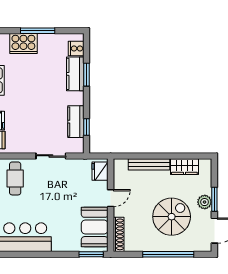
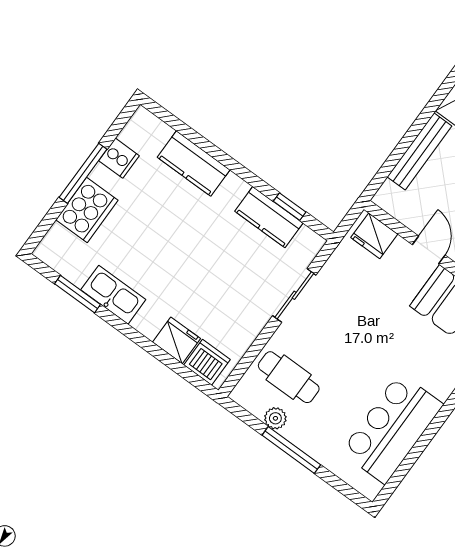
cooker: (76, 48) -> (119, 158), moved, turned -90
window: (86, 75) -> (208, 147), removed

